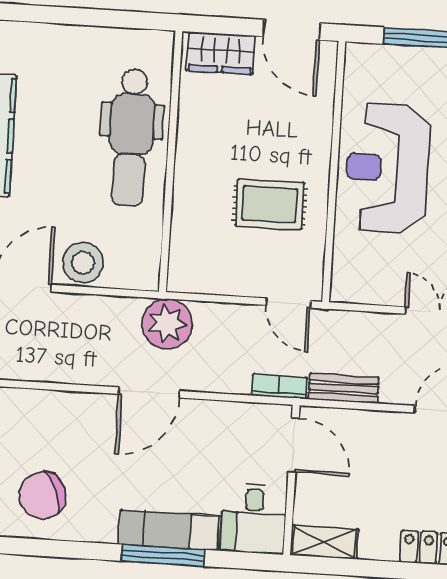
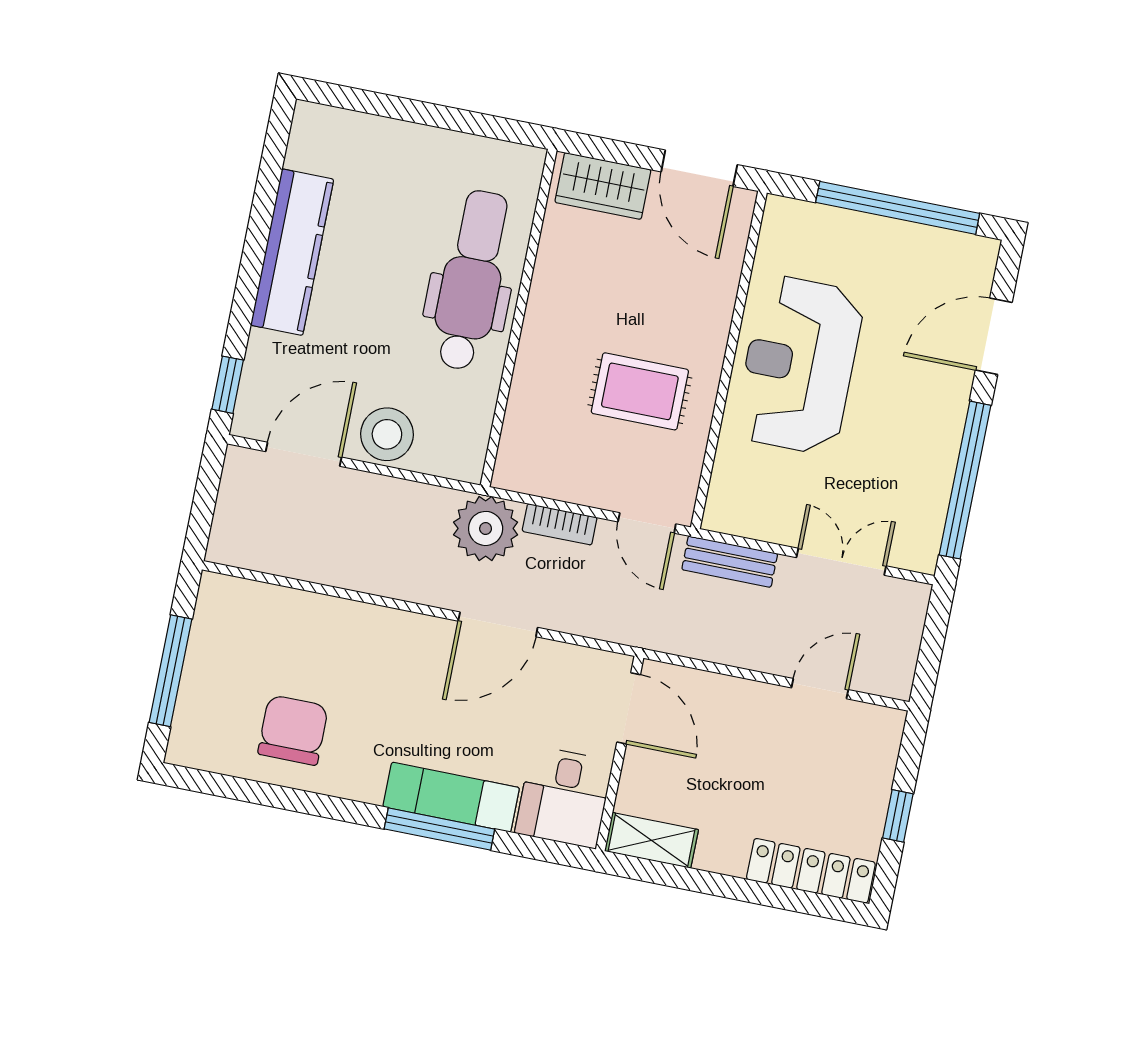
dental chair: (131, 138) -> (471, 280), turned 180
bookcase: (279, 387) -> (560, 524), moved, turned 180
bench: (344, 388) -> (730, 562), moved
door: (149, 392) -> (498, 624), moved
chair: (42, 496) -> (293, 730), turned 112

